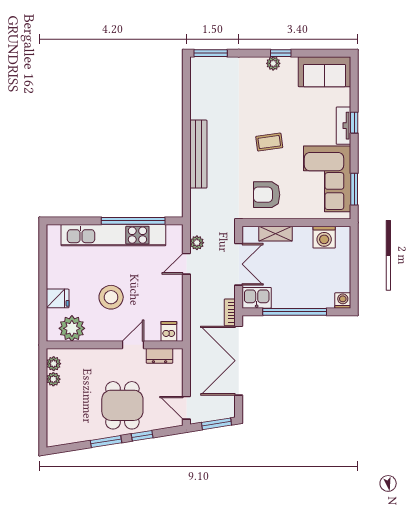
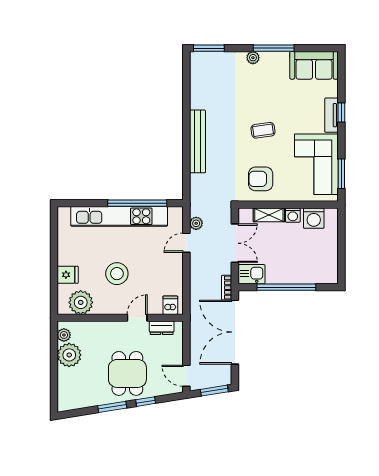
window: (281, 53) -> (274, 48), width x2.17
plant: (273, 63) -> (253, 58), moved
washing machine: (343, 300) -> (293, 215), moved, turned 180
plant: (53, 379) -> (69, 355), width x1.87, depth x1.87

